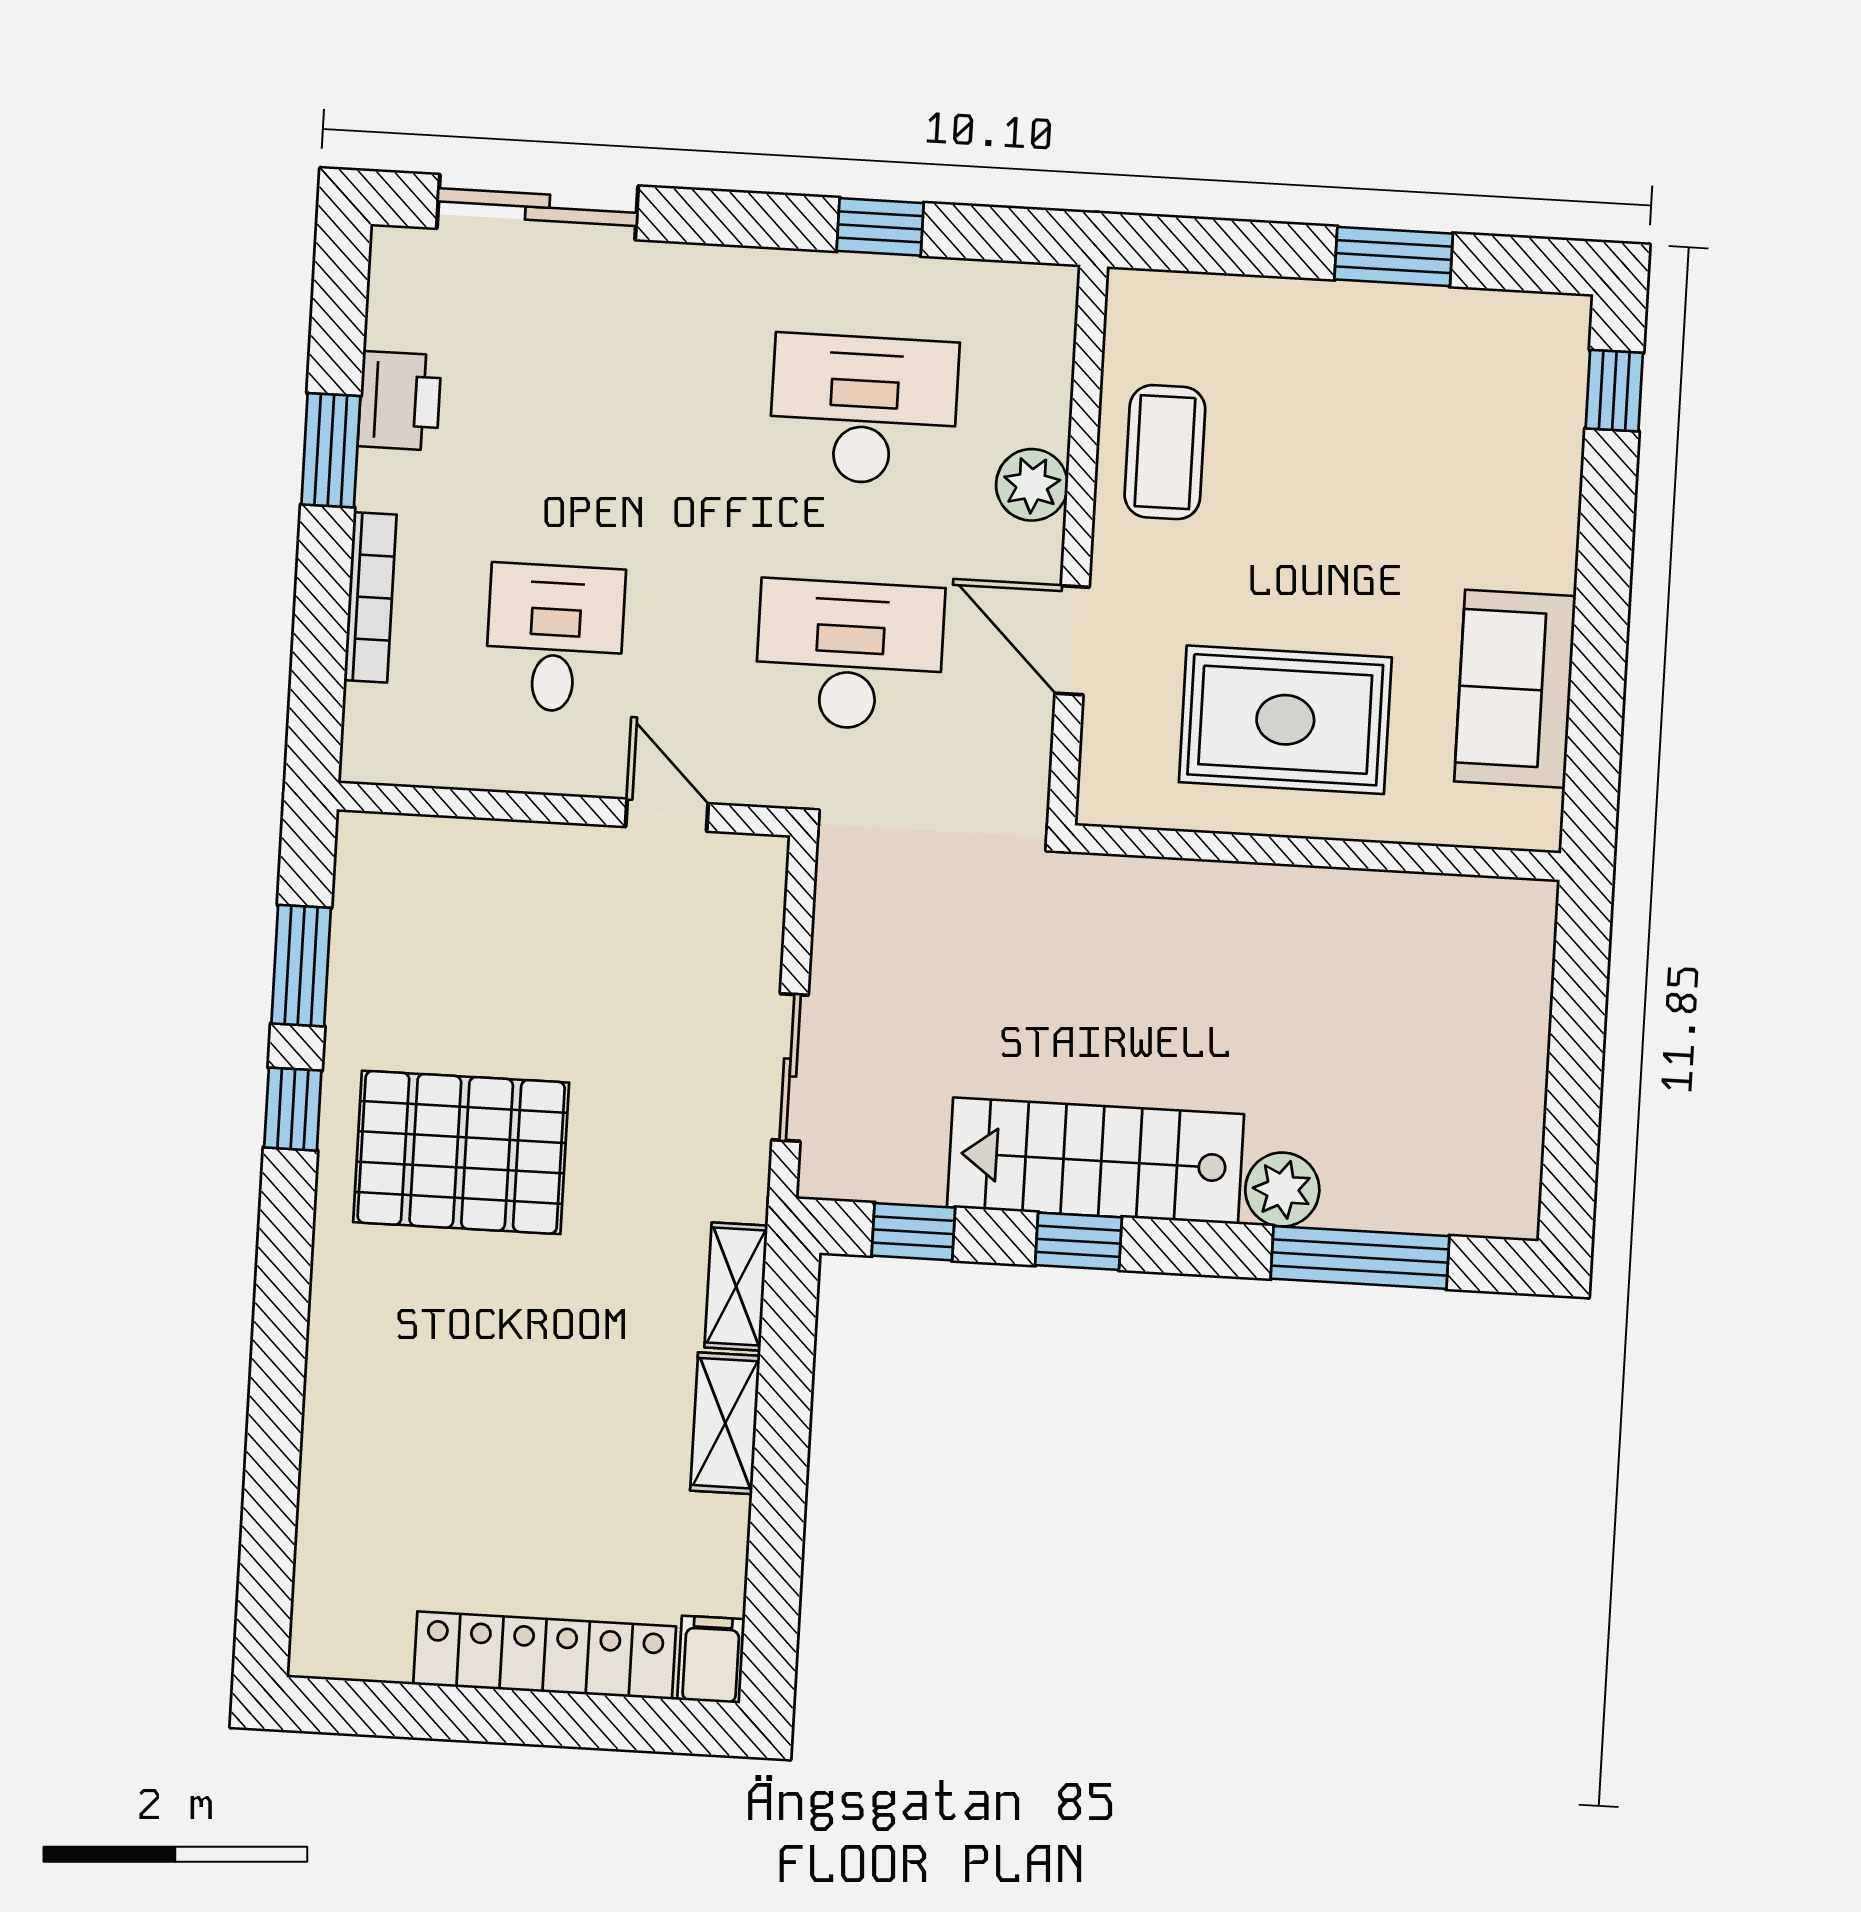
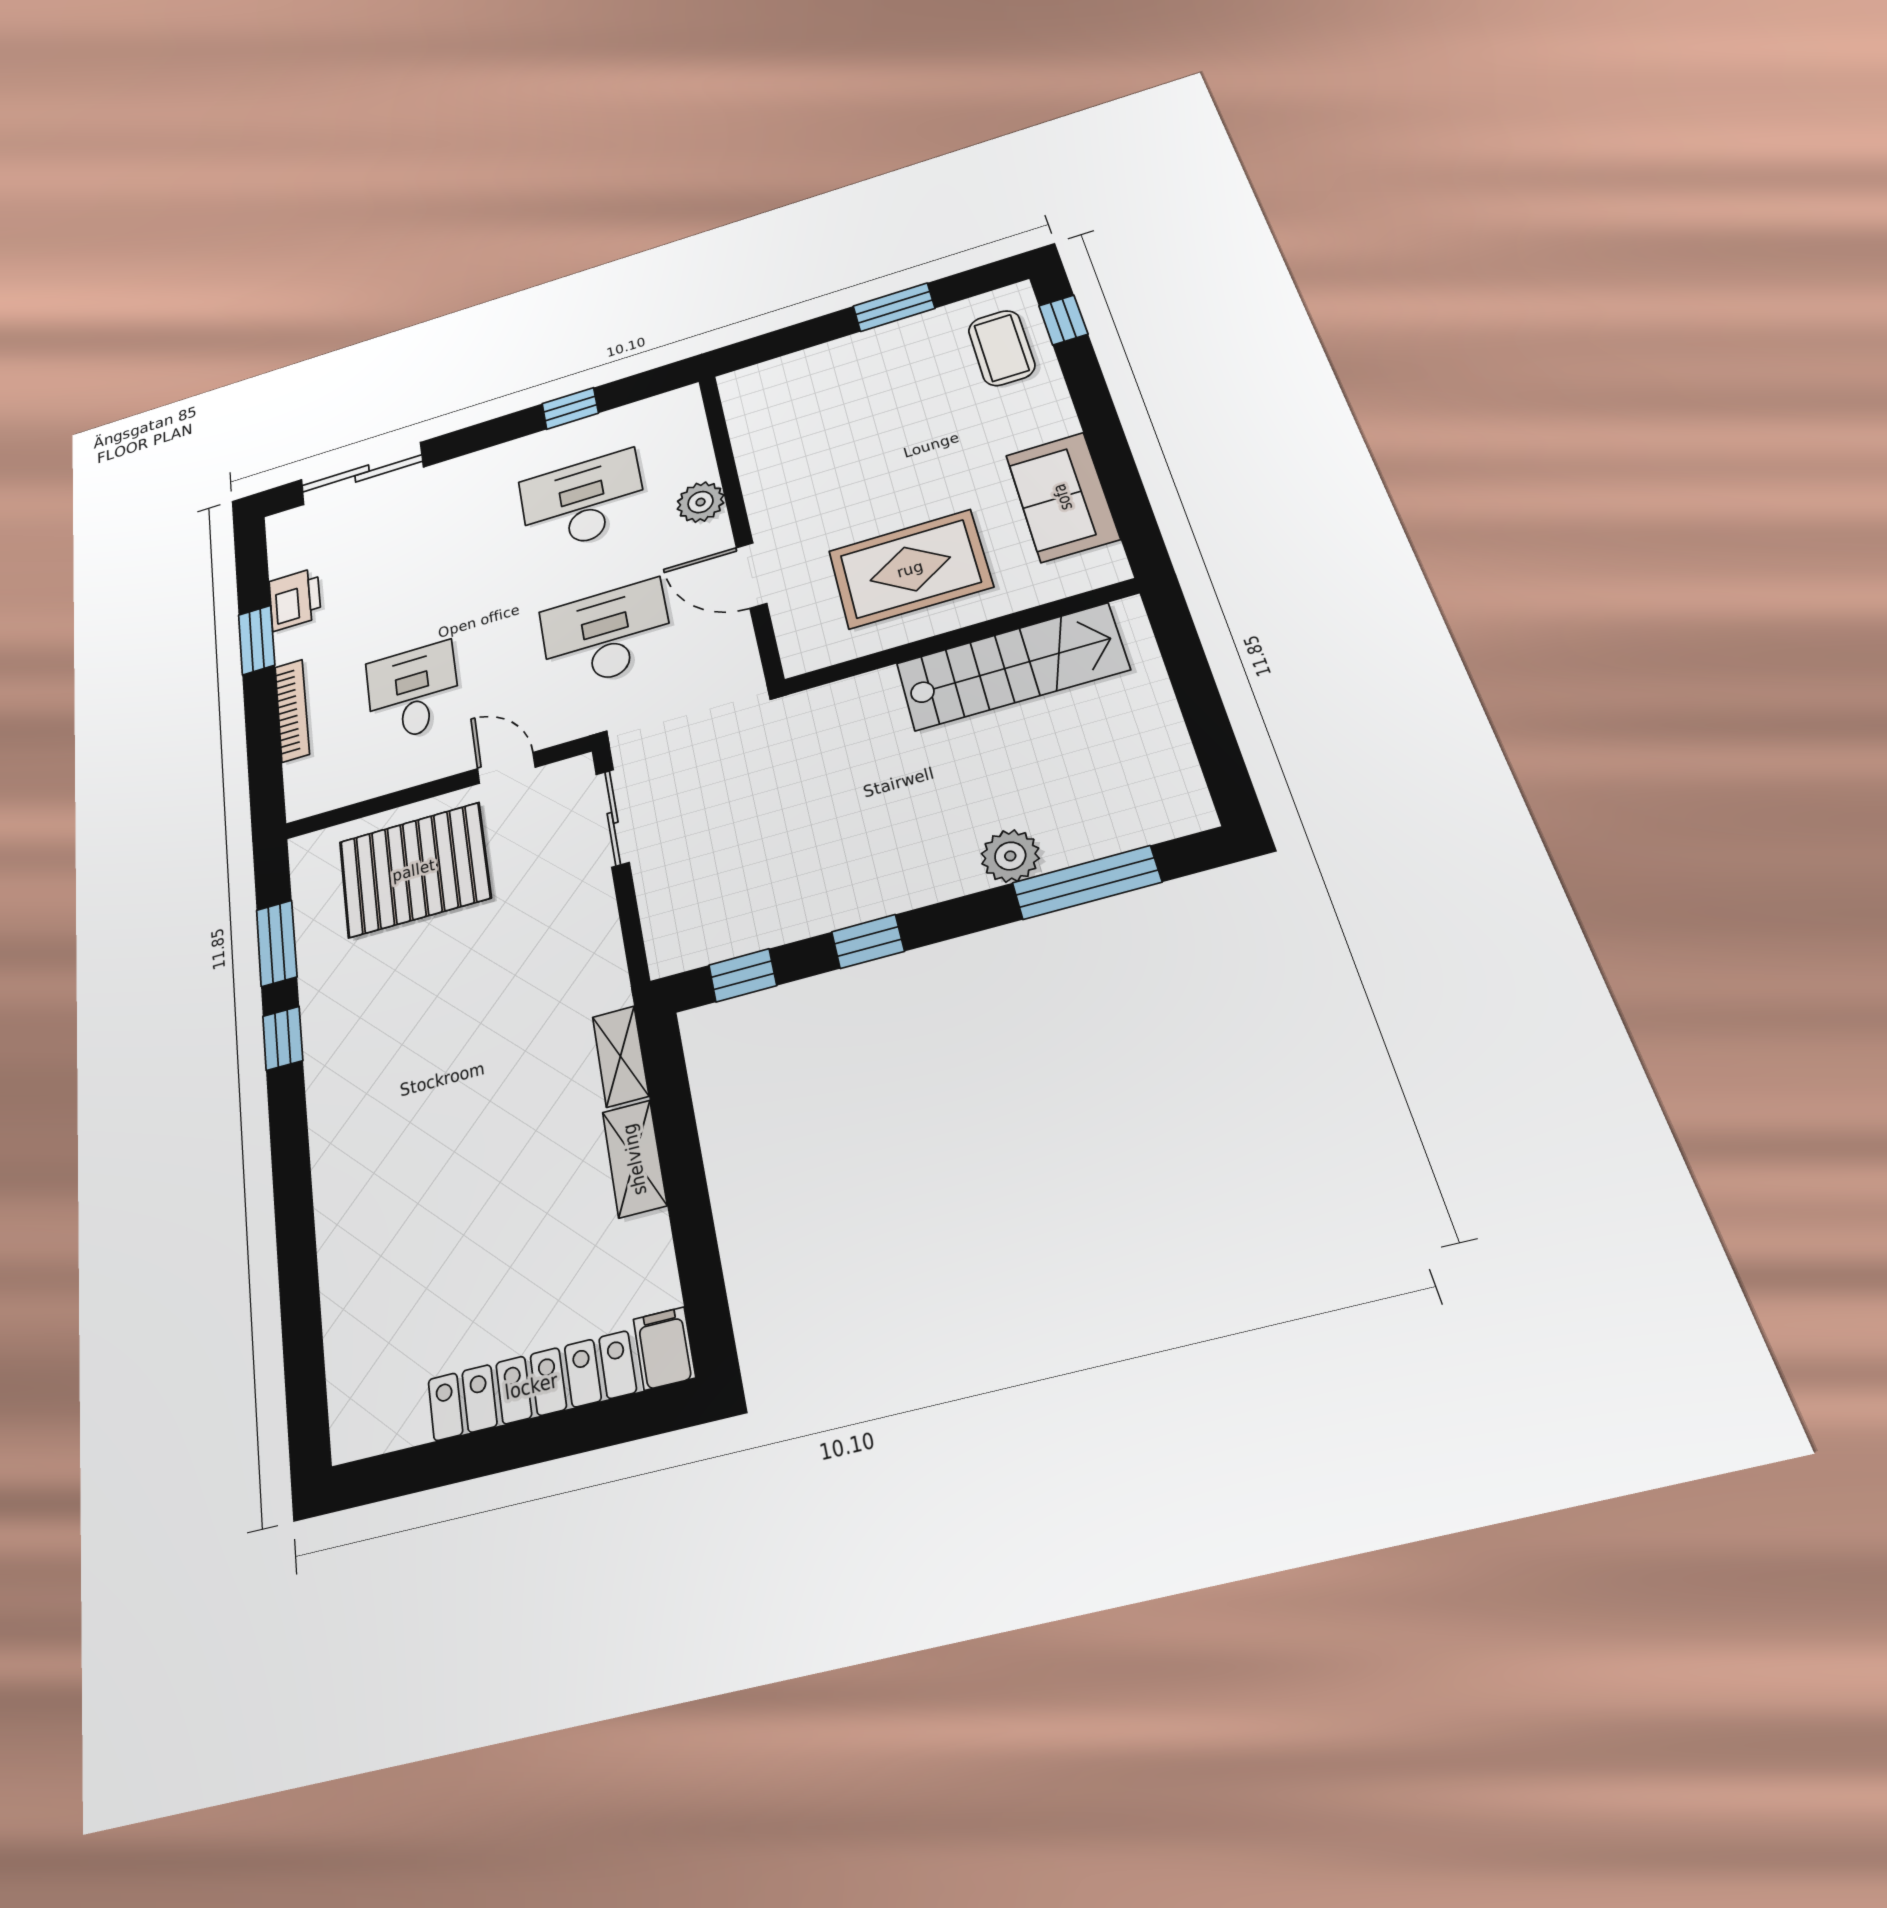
coffee table: (1165, 452) -> (1002, 348), moved
sliding door: (790, 1068) -> (613, 818), moved
pallet: (461, 1152) -> (414, 870), moved
stairs: (1096, 1161) -> (1012, 667), moved, turned 180

